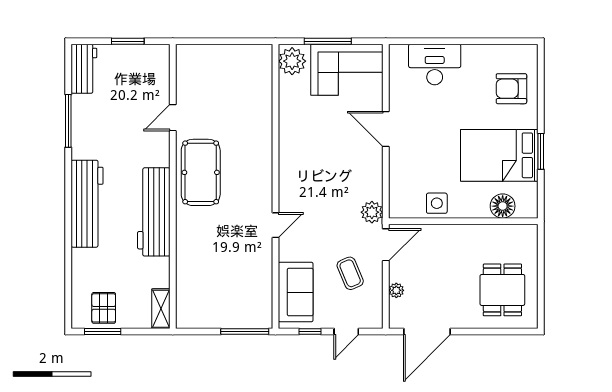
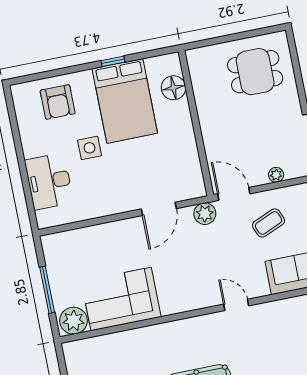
corner sofa: (347, 70) -> (121, 299), moved, turned -90
door: (386, 129) -> (159, 209), moved
window: (541, 151) -> (113, 61), width x0.67
side table: (437, 203) -> (89, 148), moved

